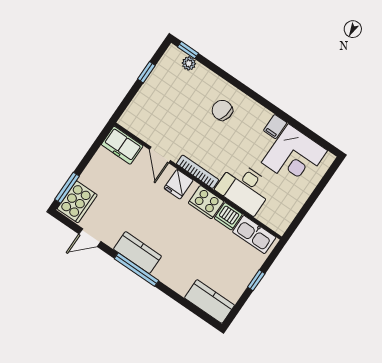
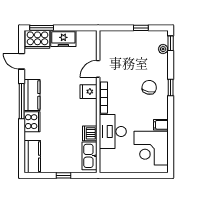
window: (239, 85) -> (171, 87), added
freezer: (122, 145) -> (63, 39), moved, turned -90
cooker: (206, 202) -> (32, 122), moved, turned 180

